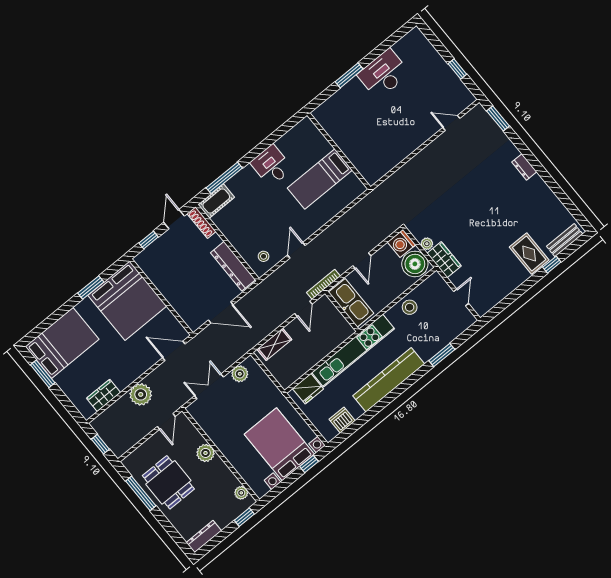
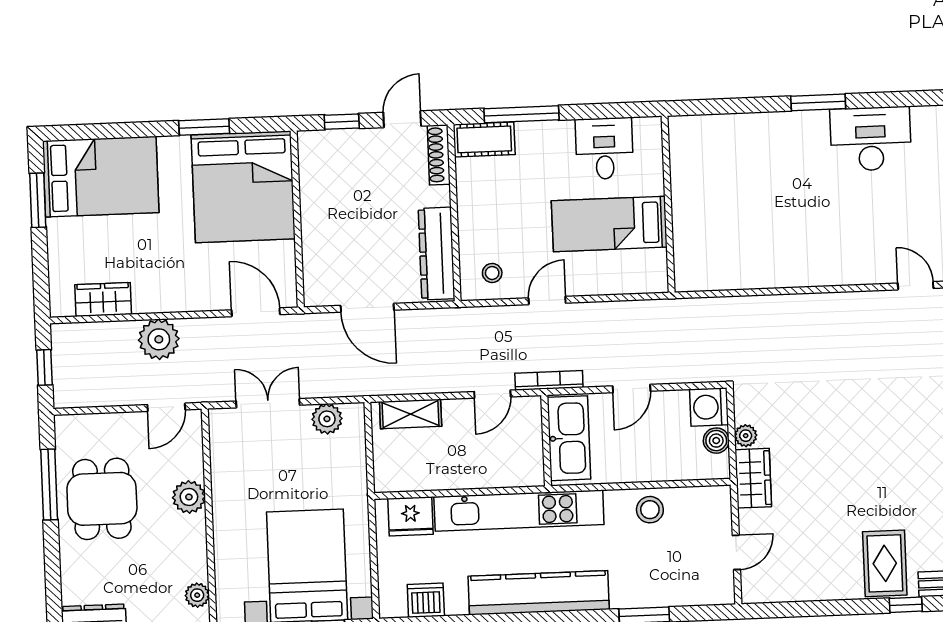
wall: (339, 151) -> (668, 204), moved
bed: (320, 179) -> (609, 224), moved
boiler: (415, 264) -> (716, 441), width x0.54, depth x0.54

